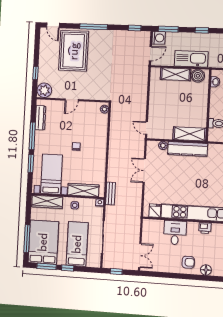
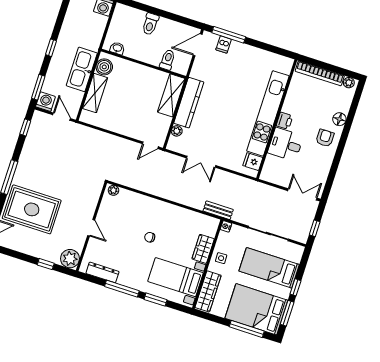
wardrobe: (83, 190) -> (203, 249), width x0.67
printer: (205, 228) -> (284, 121), moved

